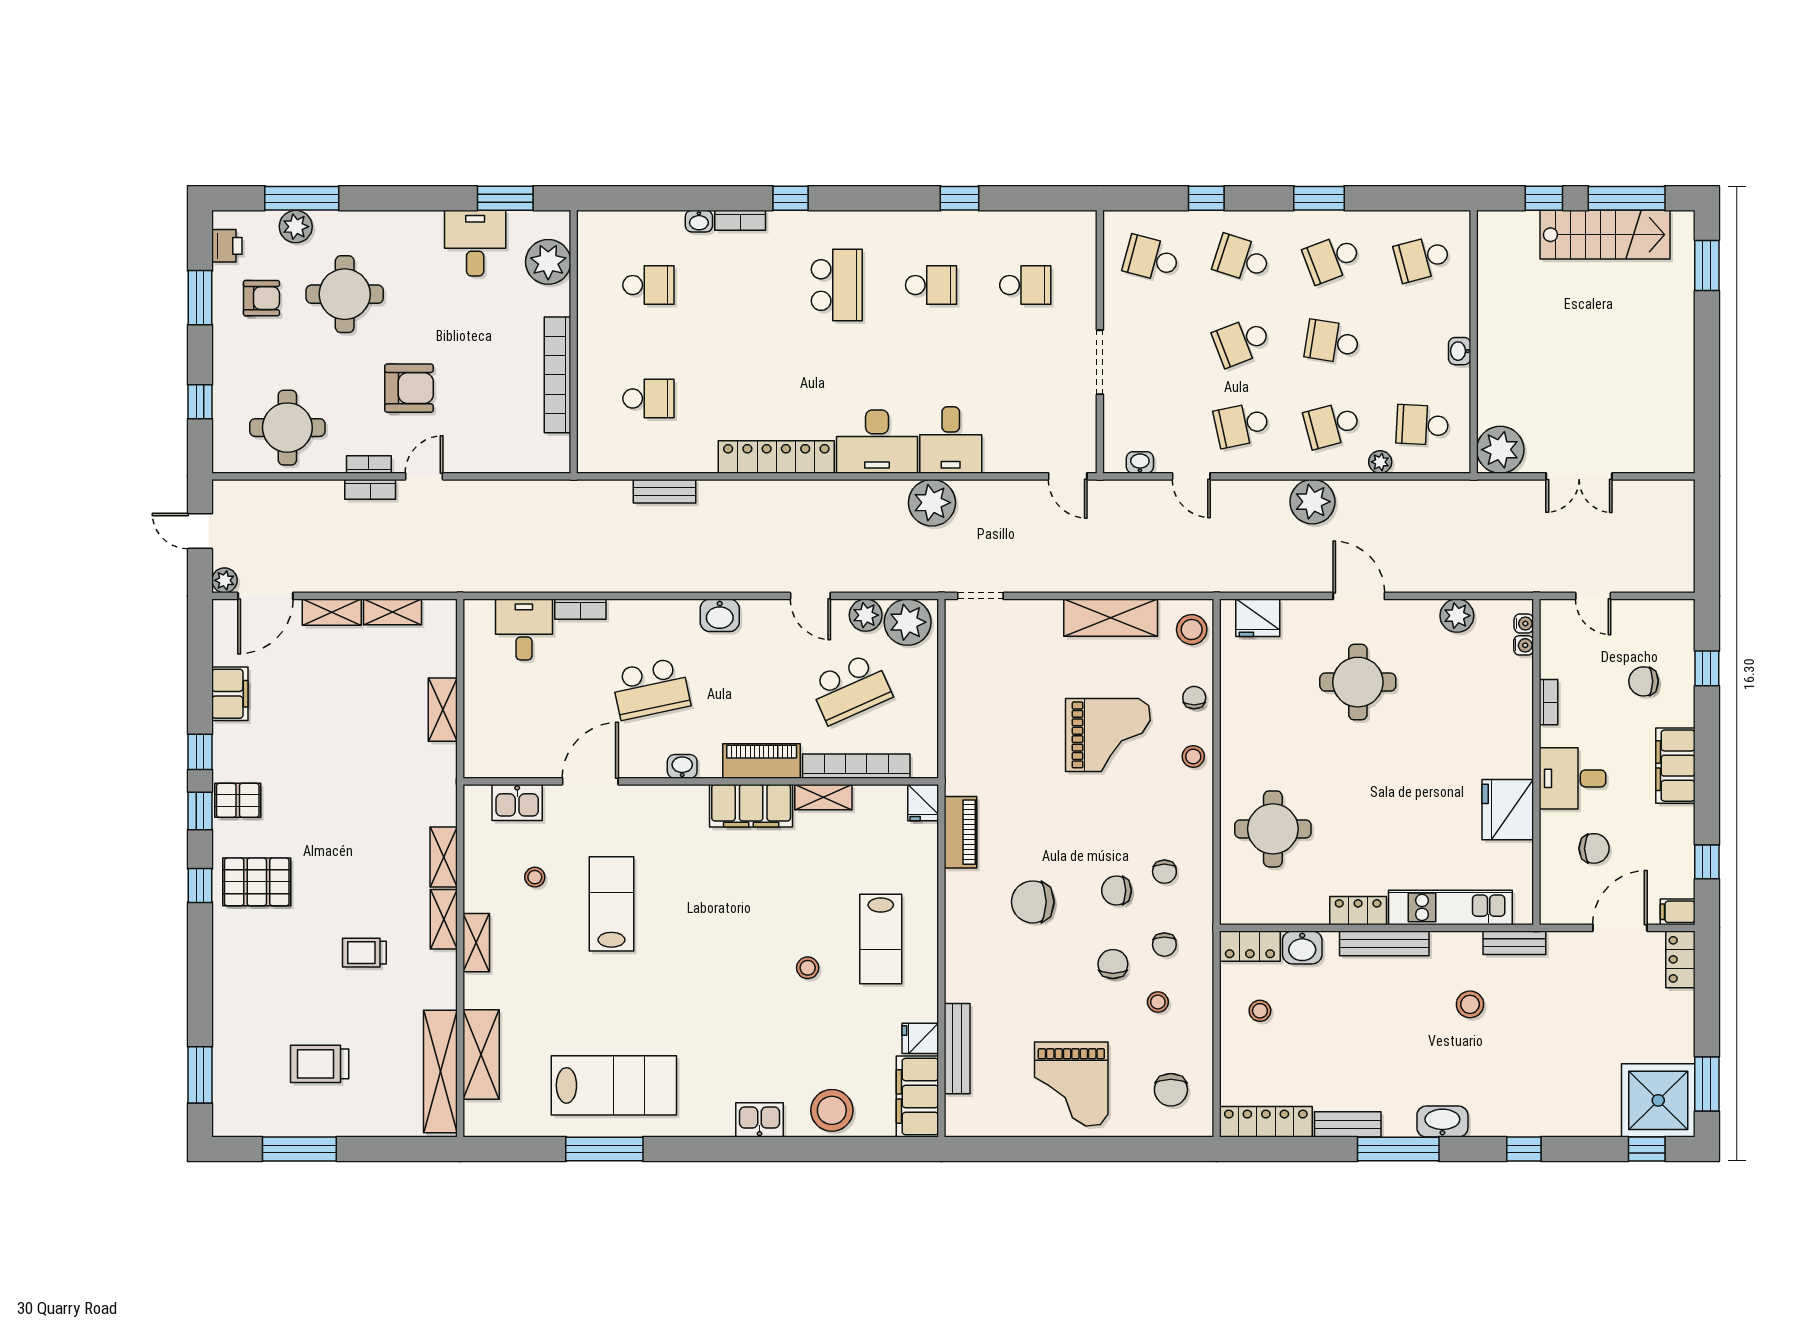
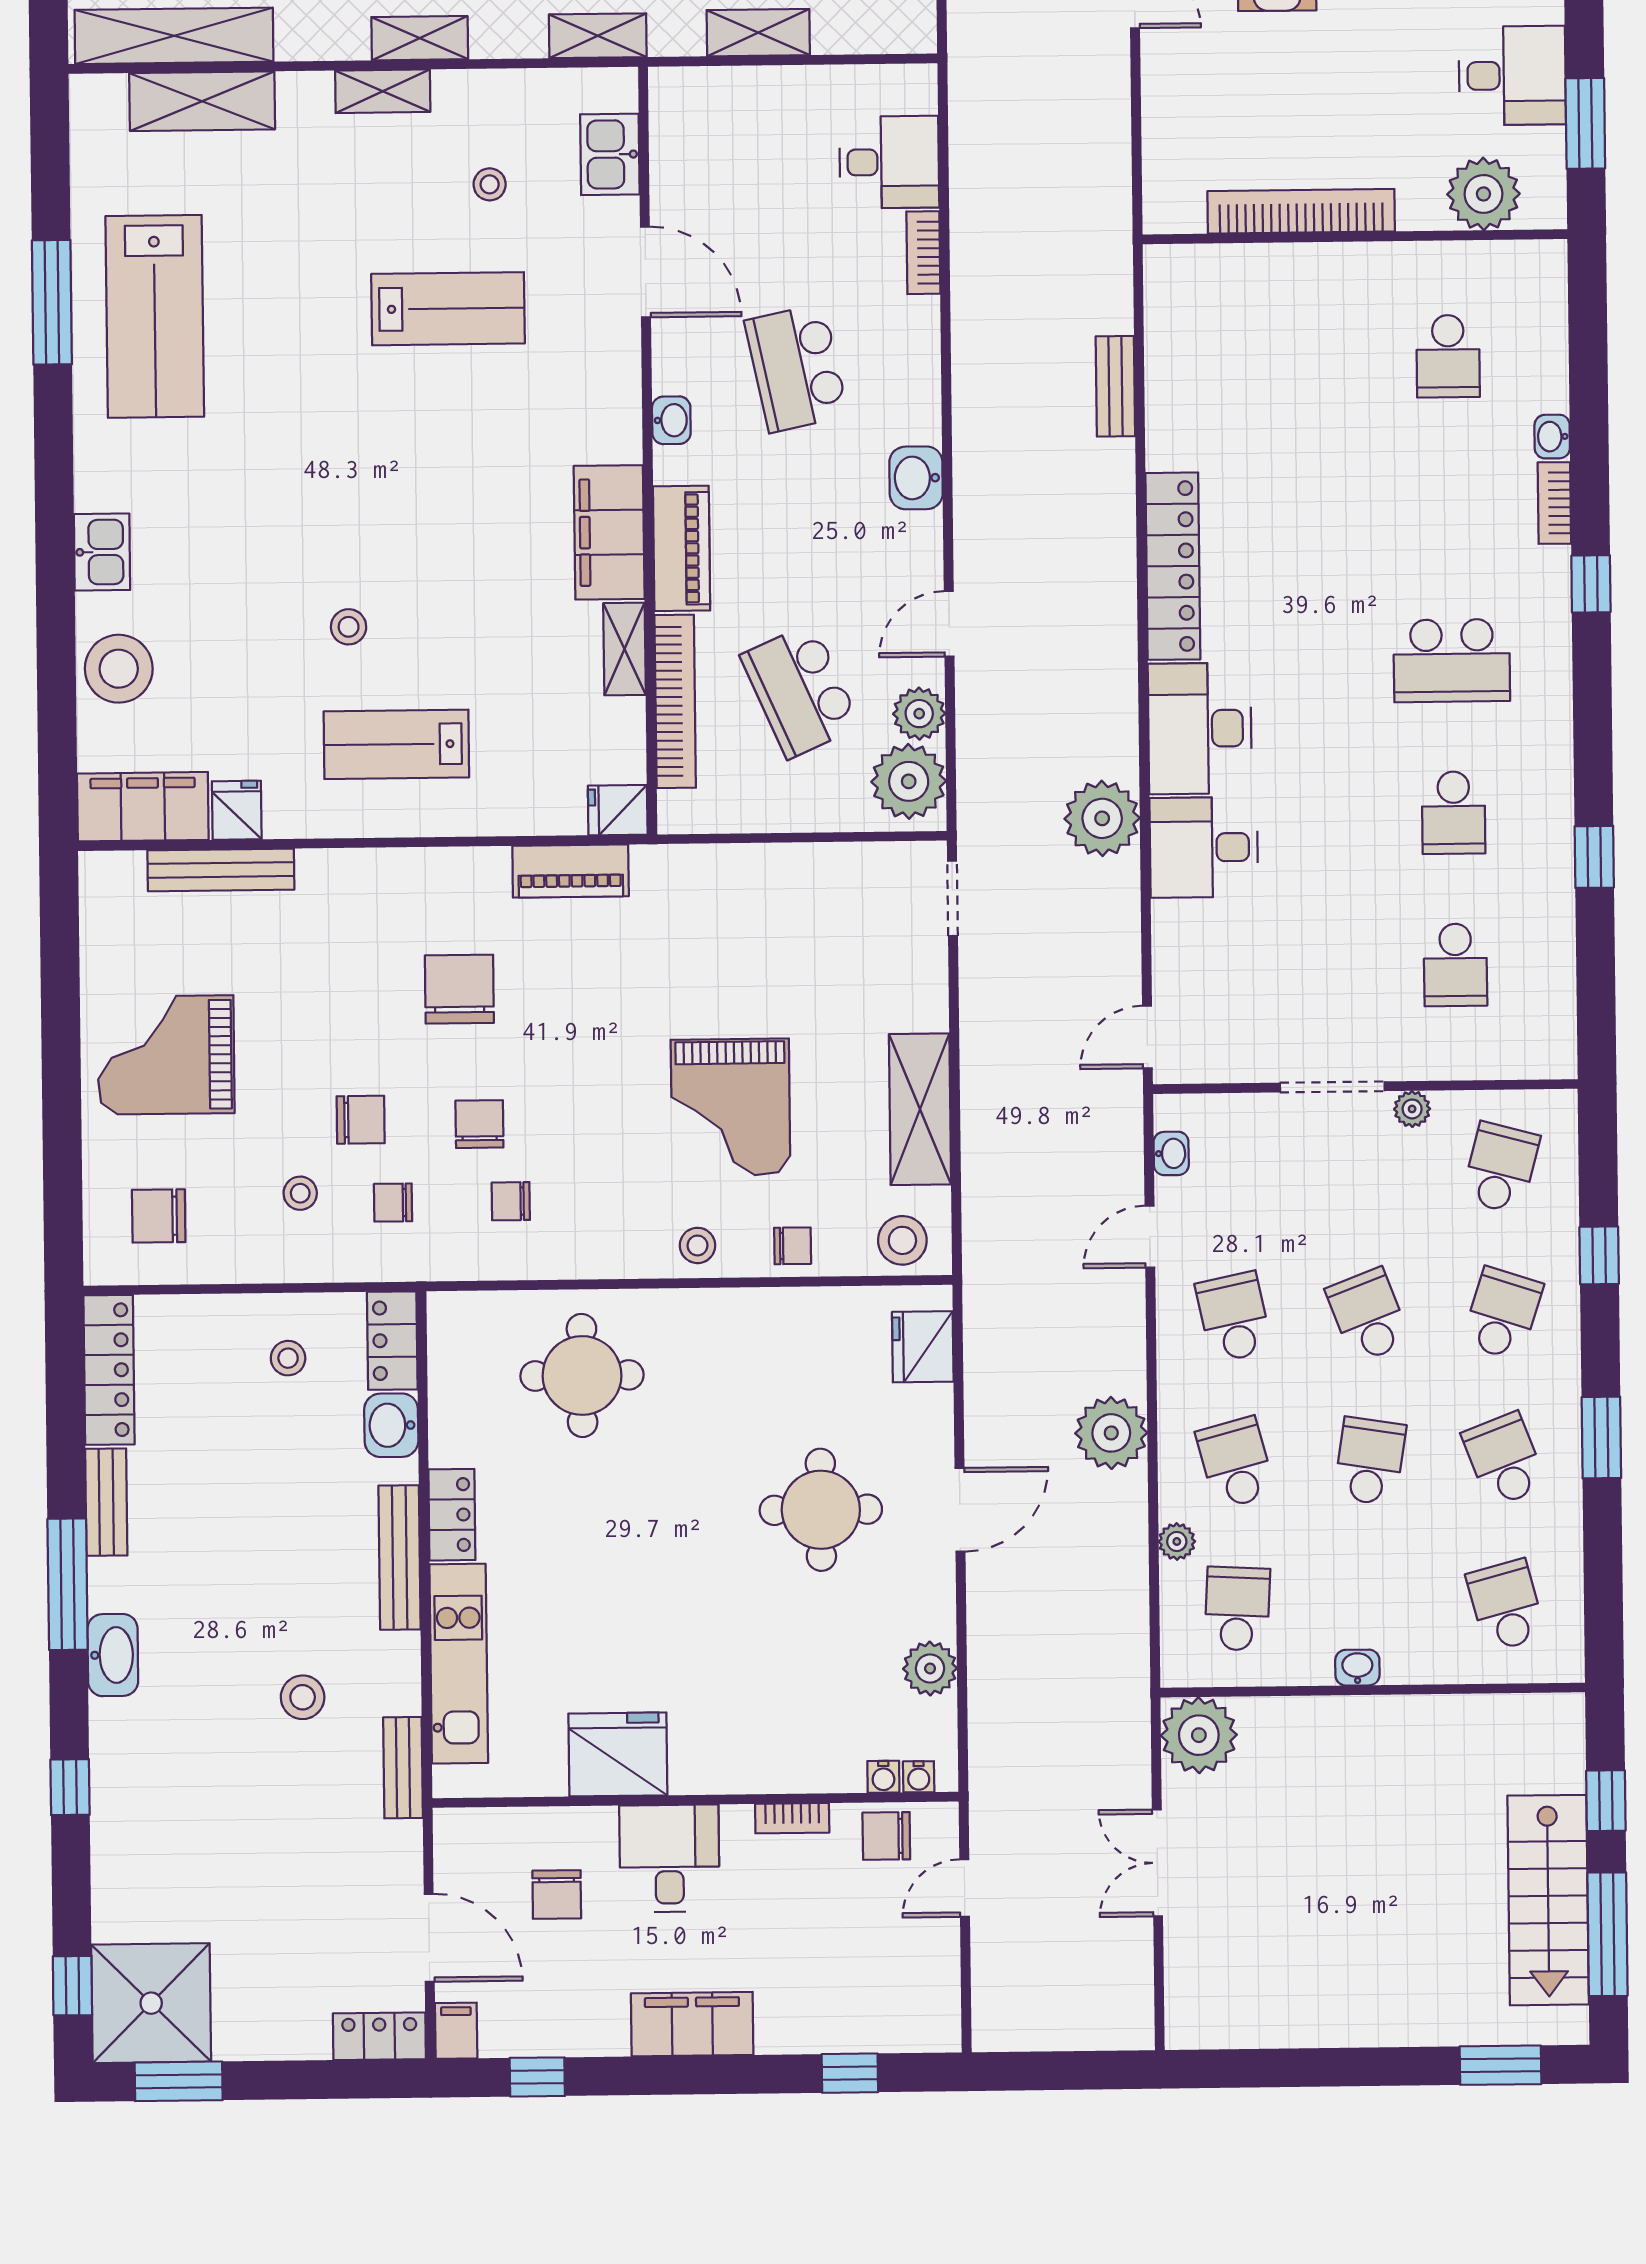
plant: (1114, 313) -> (1412, 1109), added
school desk: (648, 399) -> (1265, 358), removed
chair: (1644, 681) -> (886, 1836), moved, turned -90
shelving: (444, 857) -> (598, 36), moved

